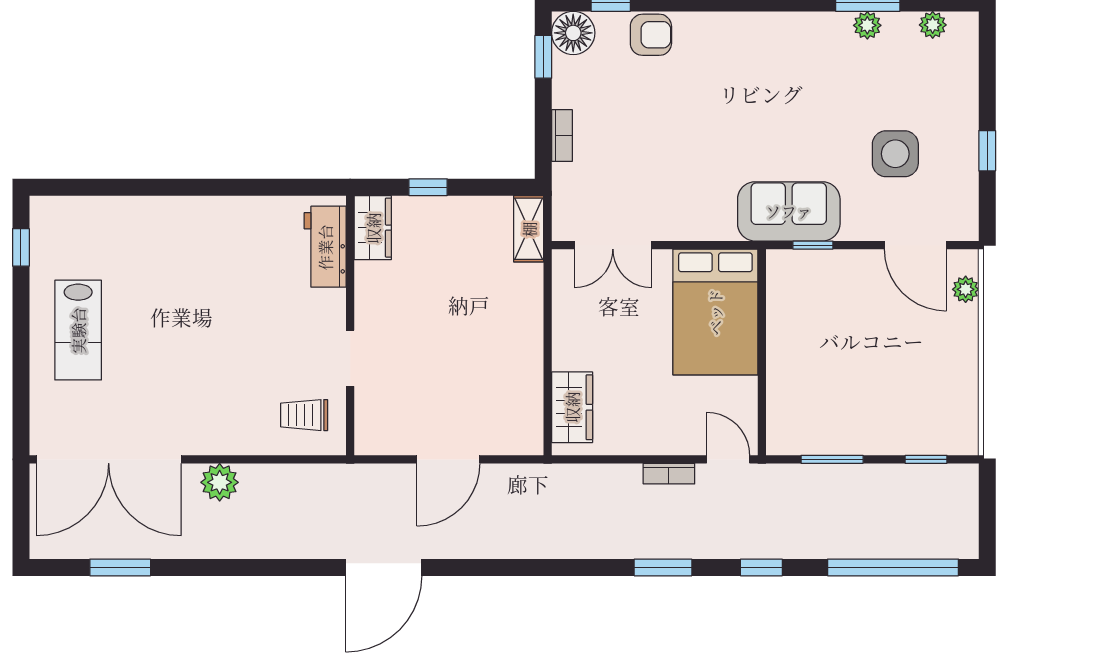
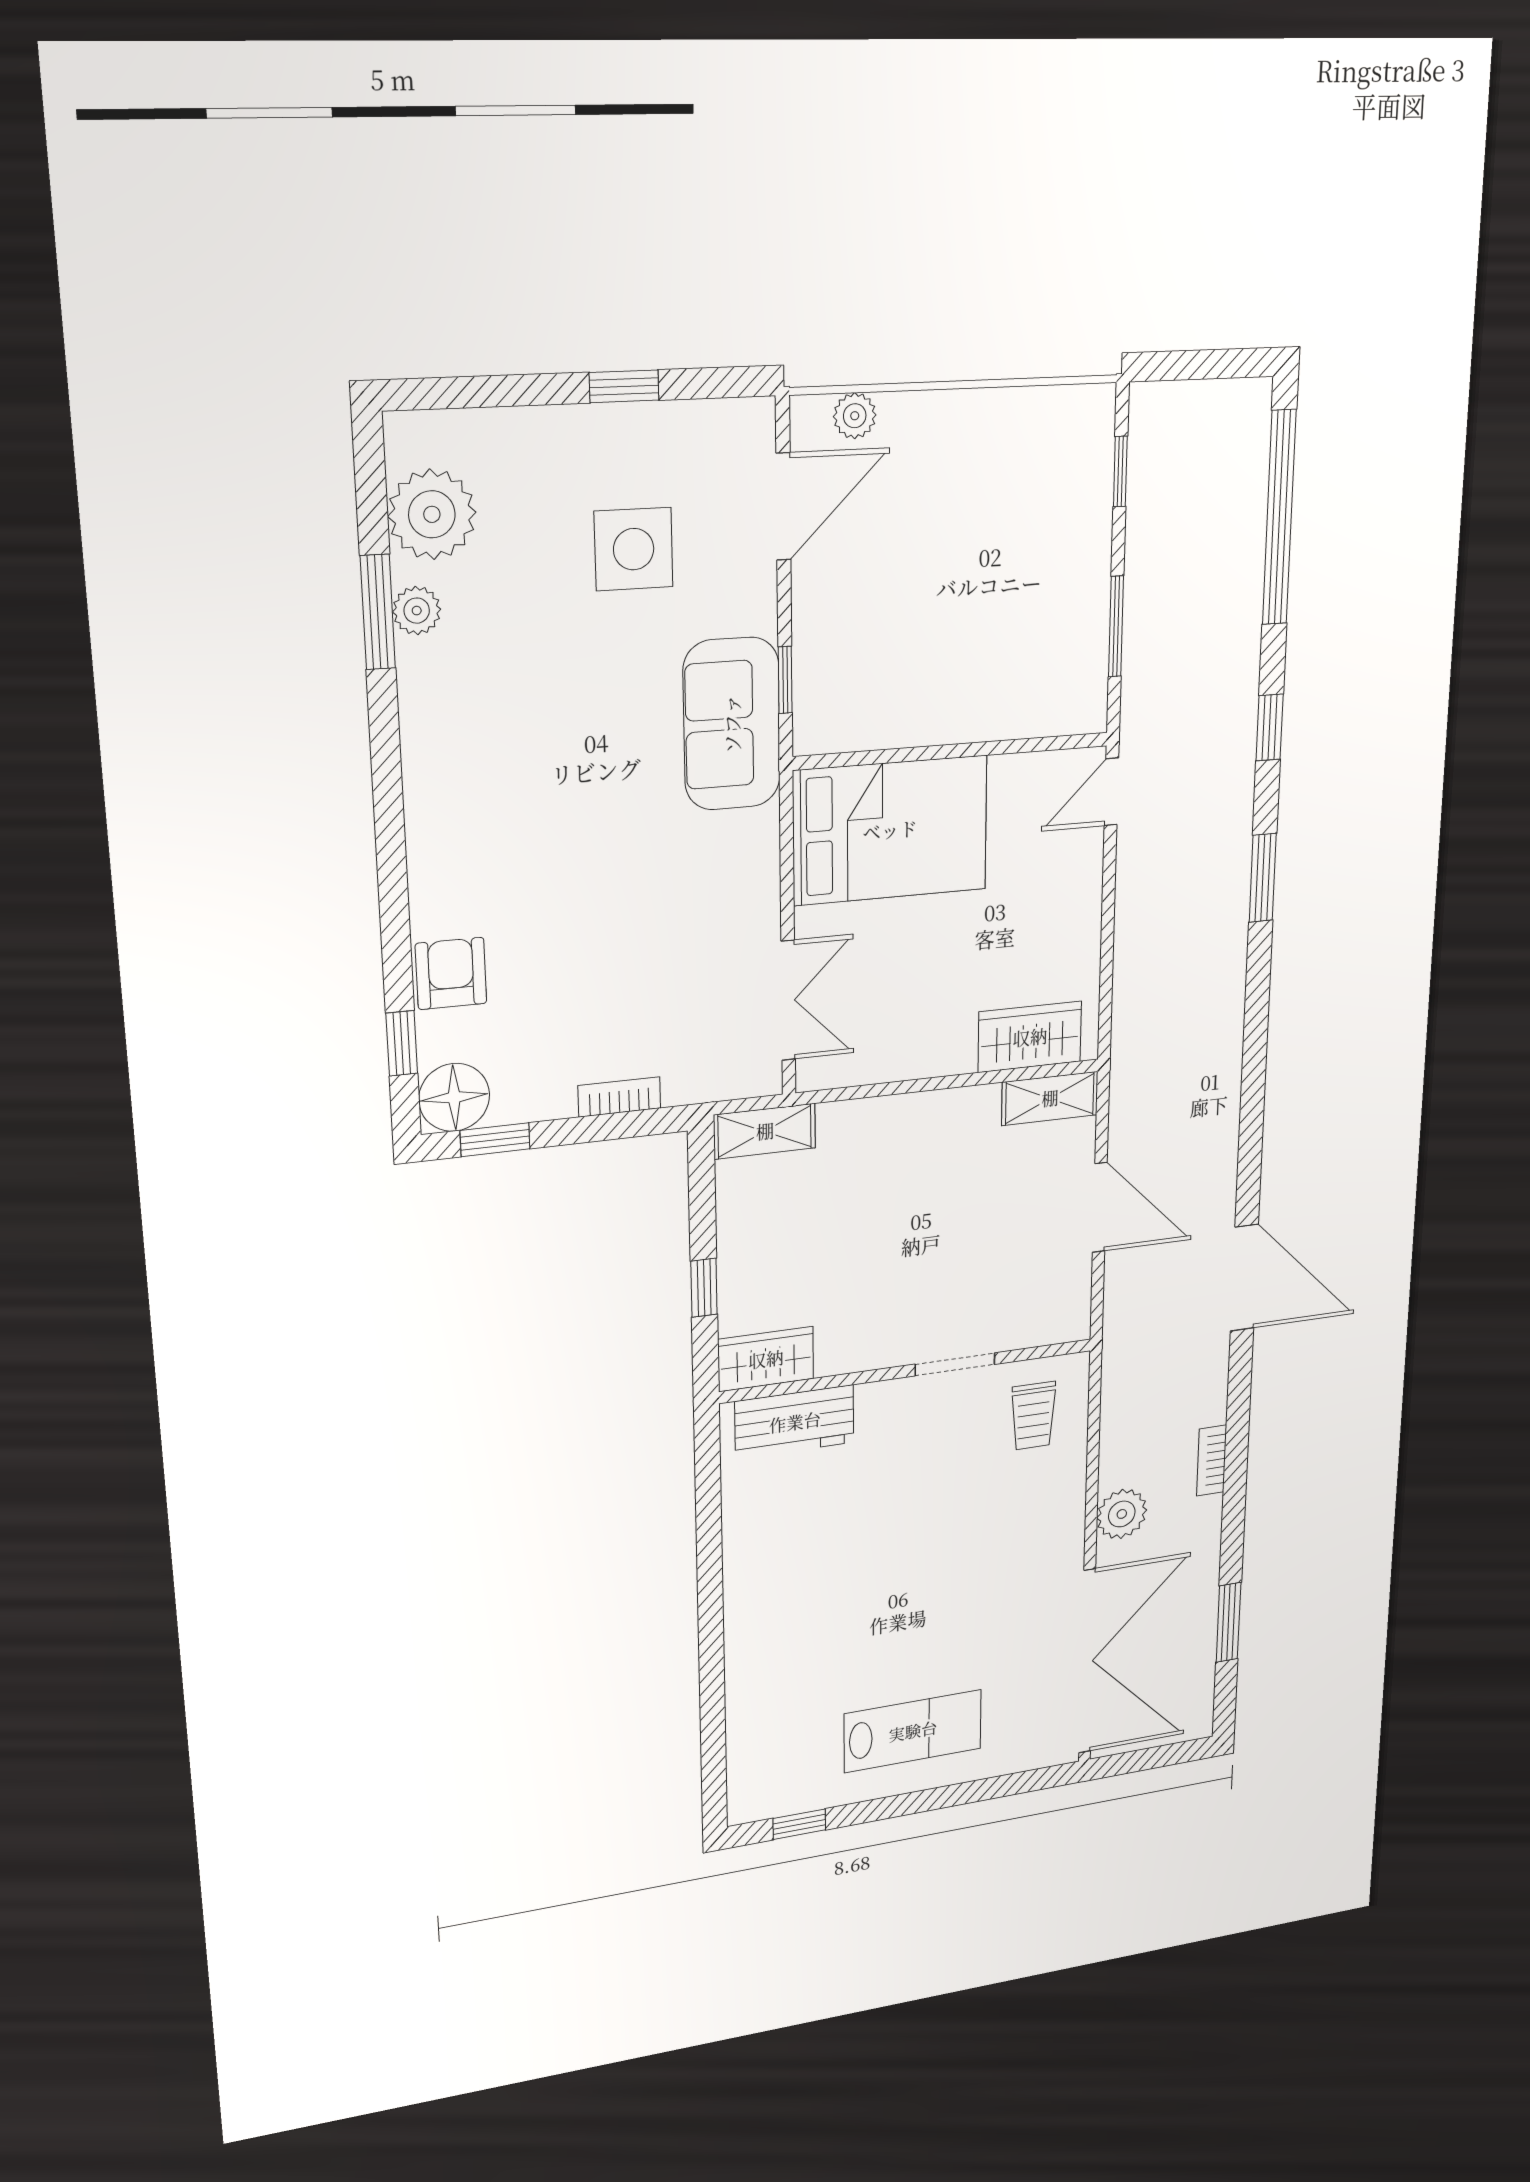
plant: (933, 25) -> (432, 514), width x1.88, depth x1.88
shelving: (529, 422) -> (1050, 1098), added
bookcase: (669, 474) -> (1212, 1461), moved, turned 180

